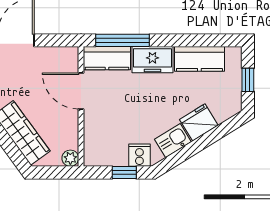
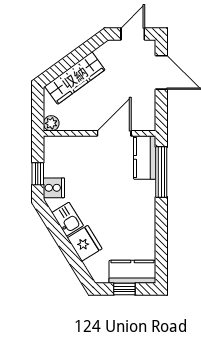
kitchen counter: (199, 59) -> (132, 272), moved, turned 90
freezer: (152, 60) -> (143, 200), removed

